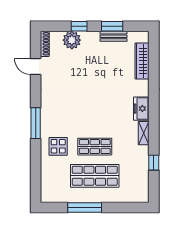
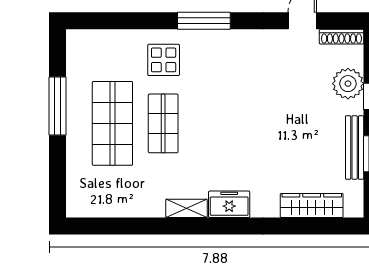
bench: (114, 36) -> (355, 147), width x1.36
window: (154, 163) -> (135, 226), removed

